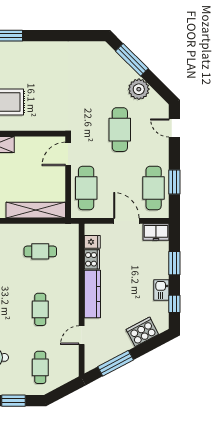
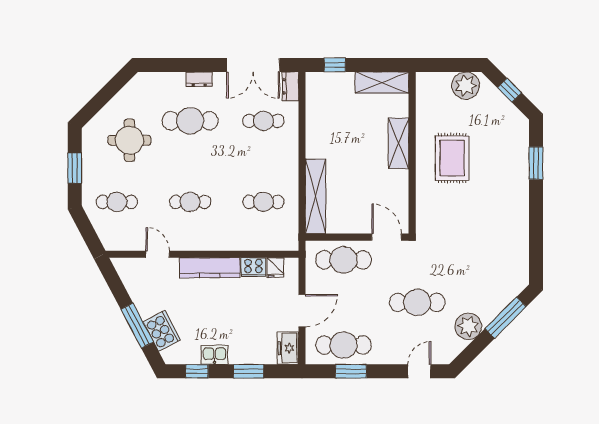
cafe table: (40, 251) -> (263, 202), turned 90
window: (116, 363) -> (137, 326), moved

